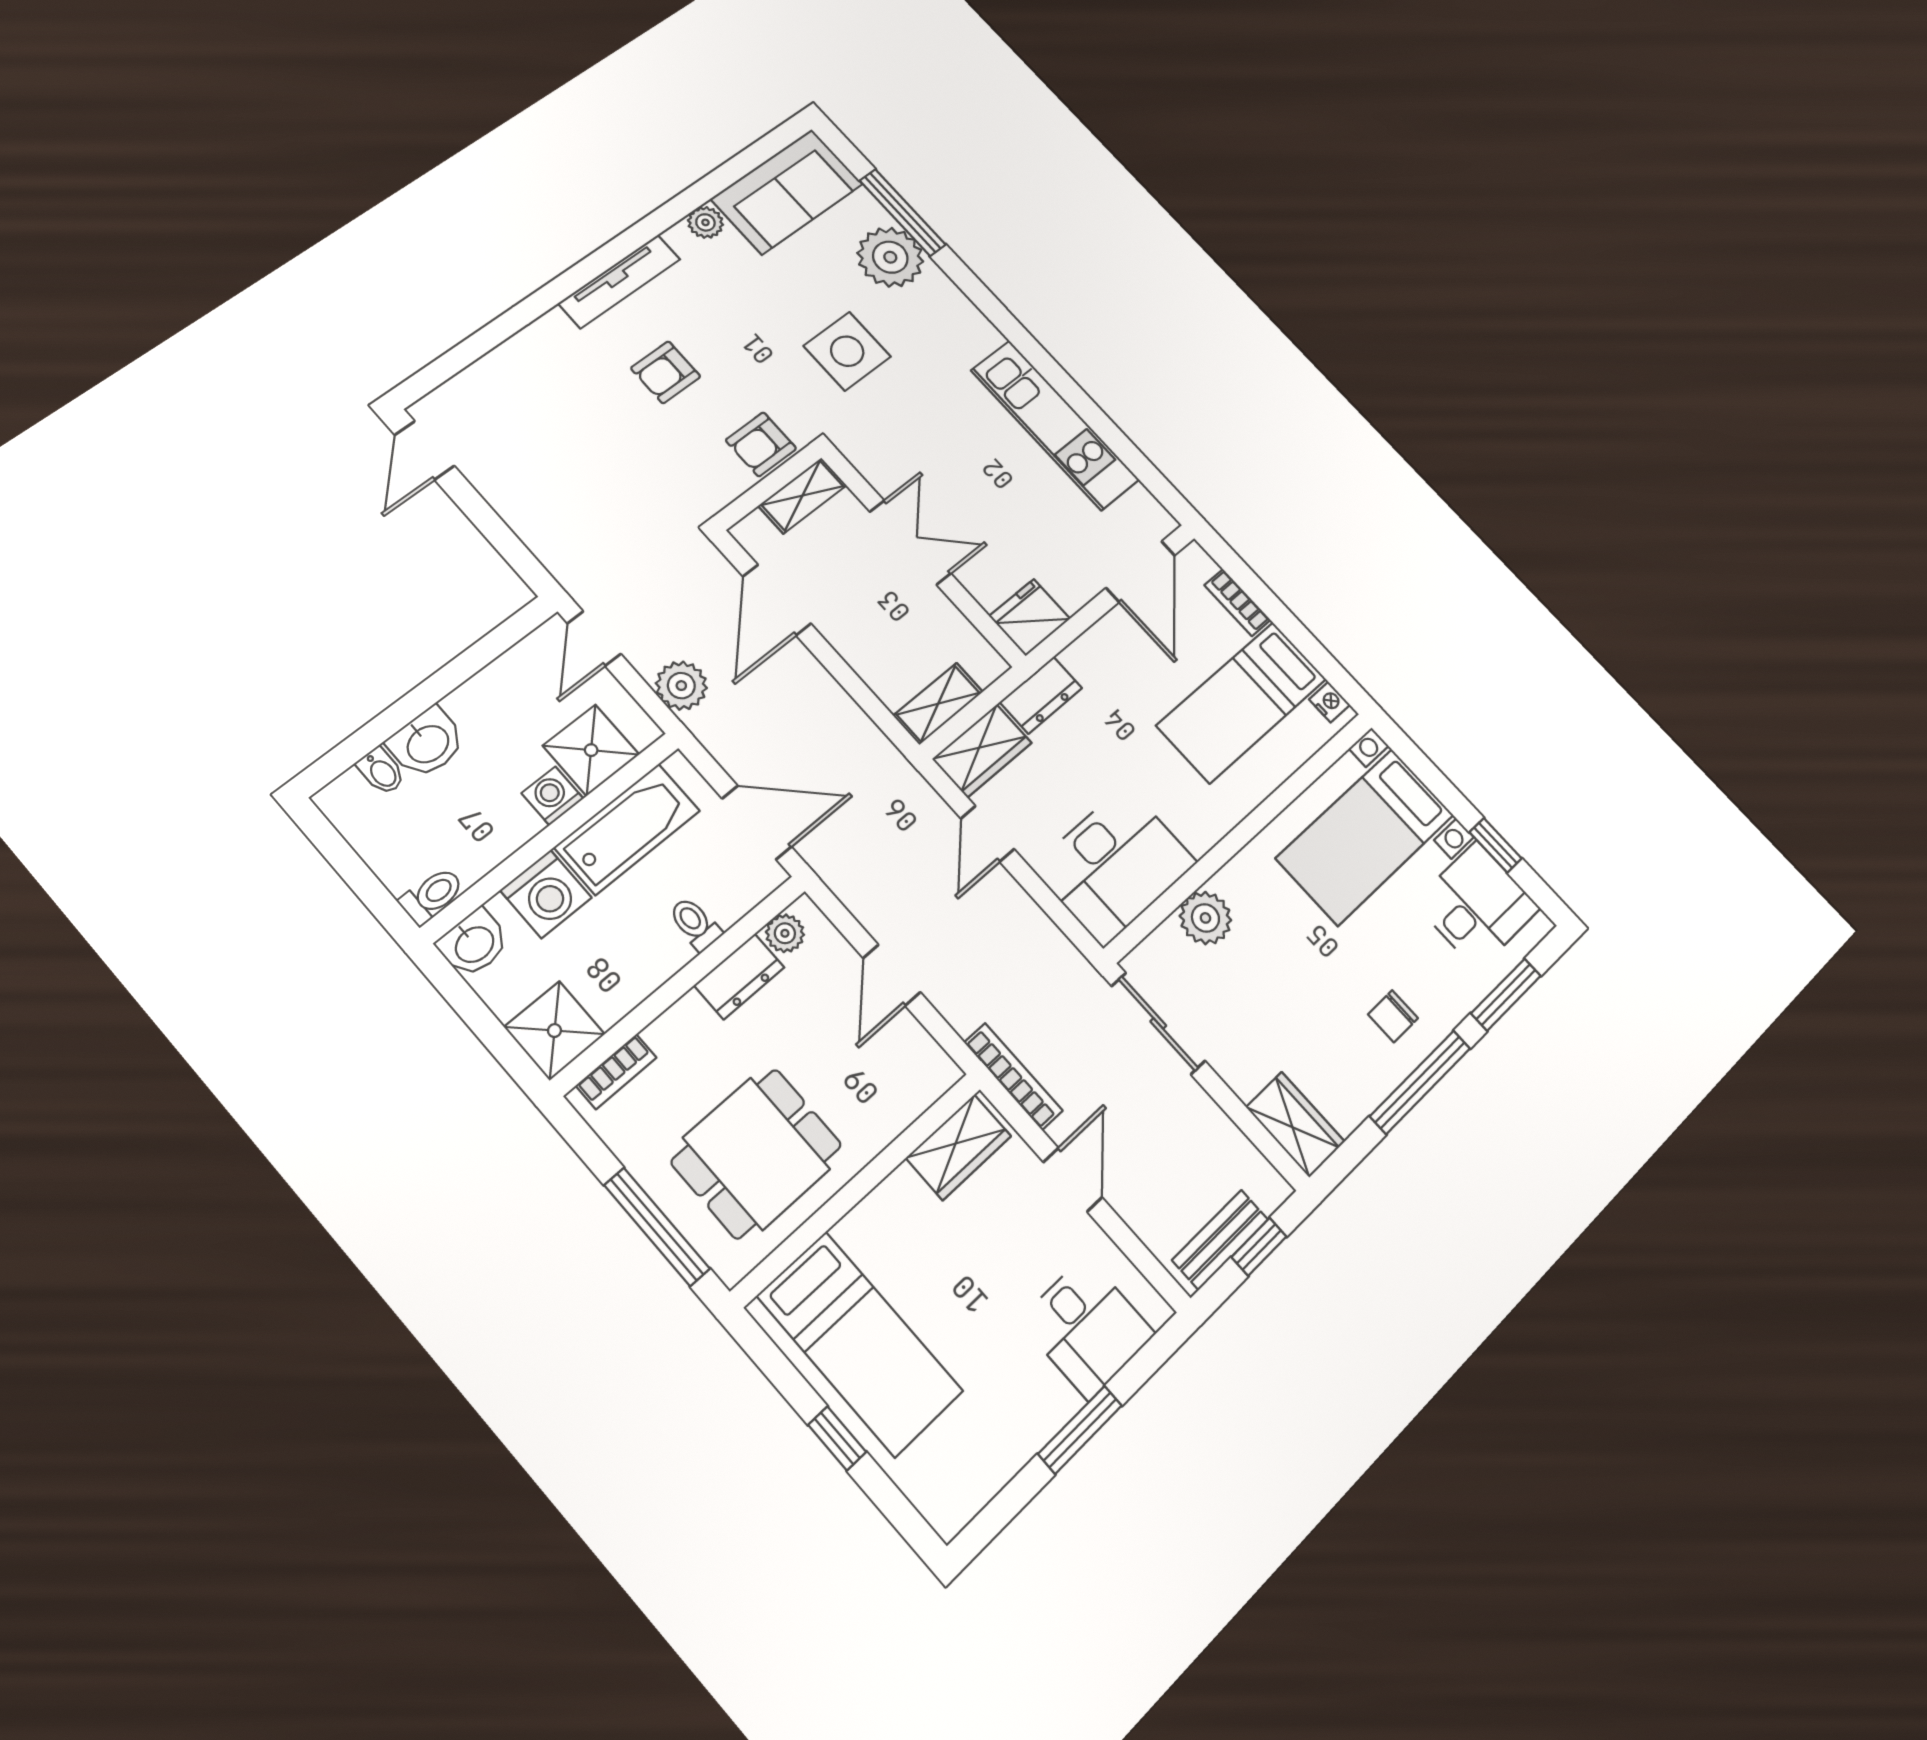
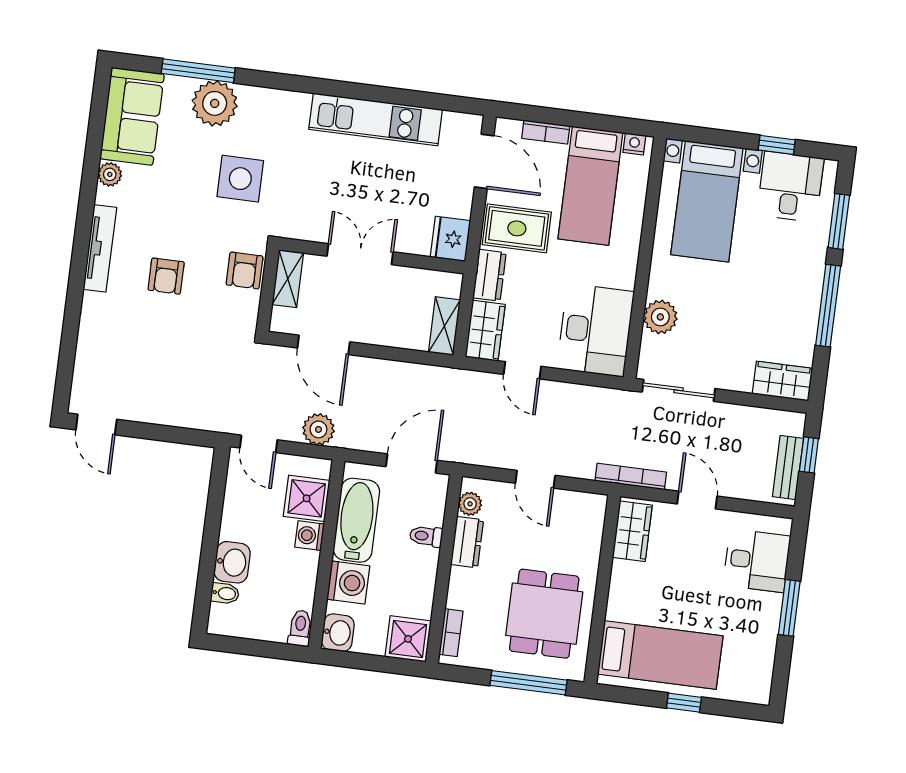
rug: (1117, 673) -> (517, 228), added
chair: (1393, 1016) -> (790, 284), removed

